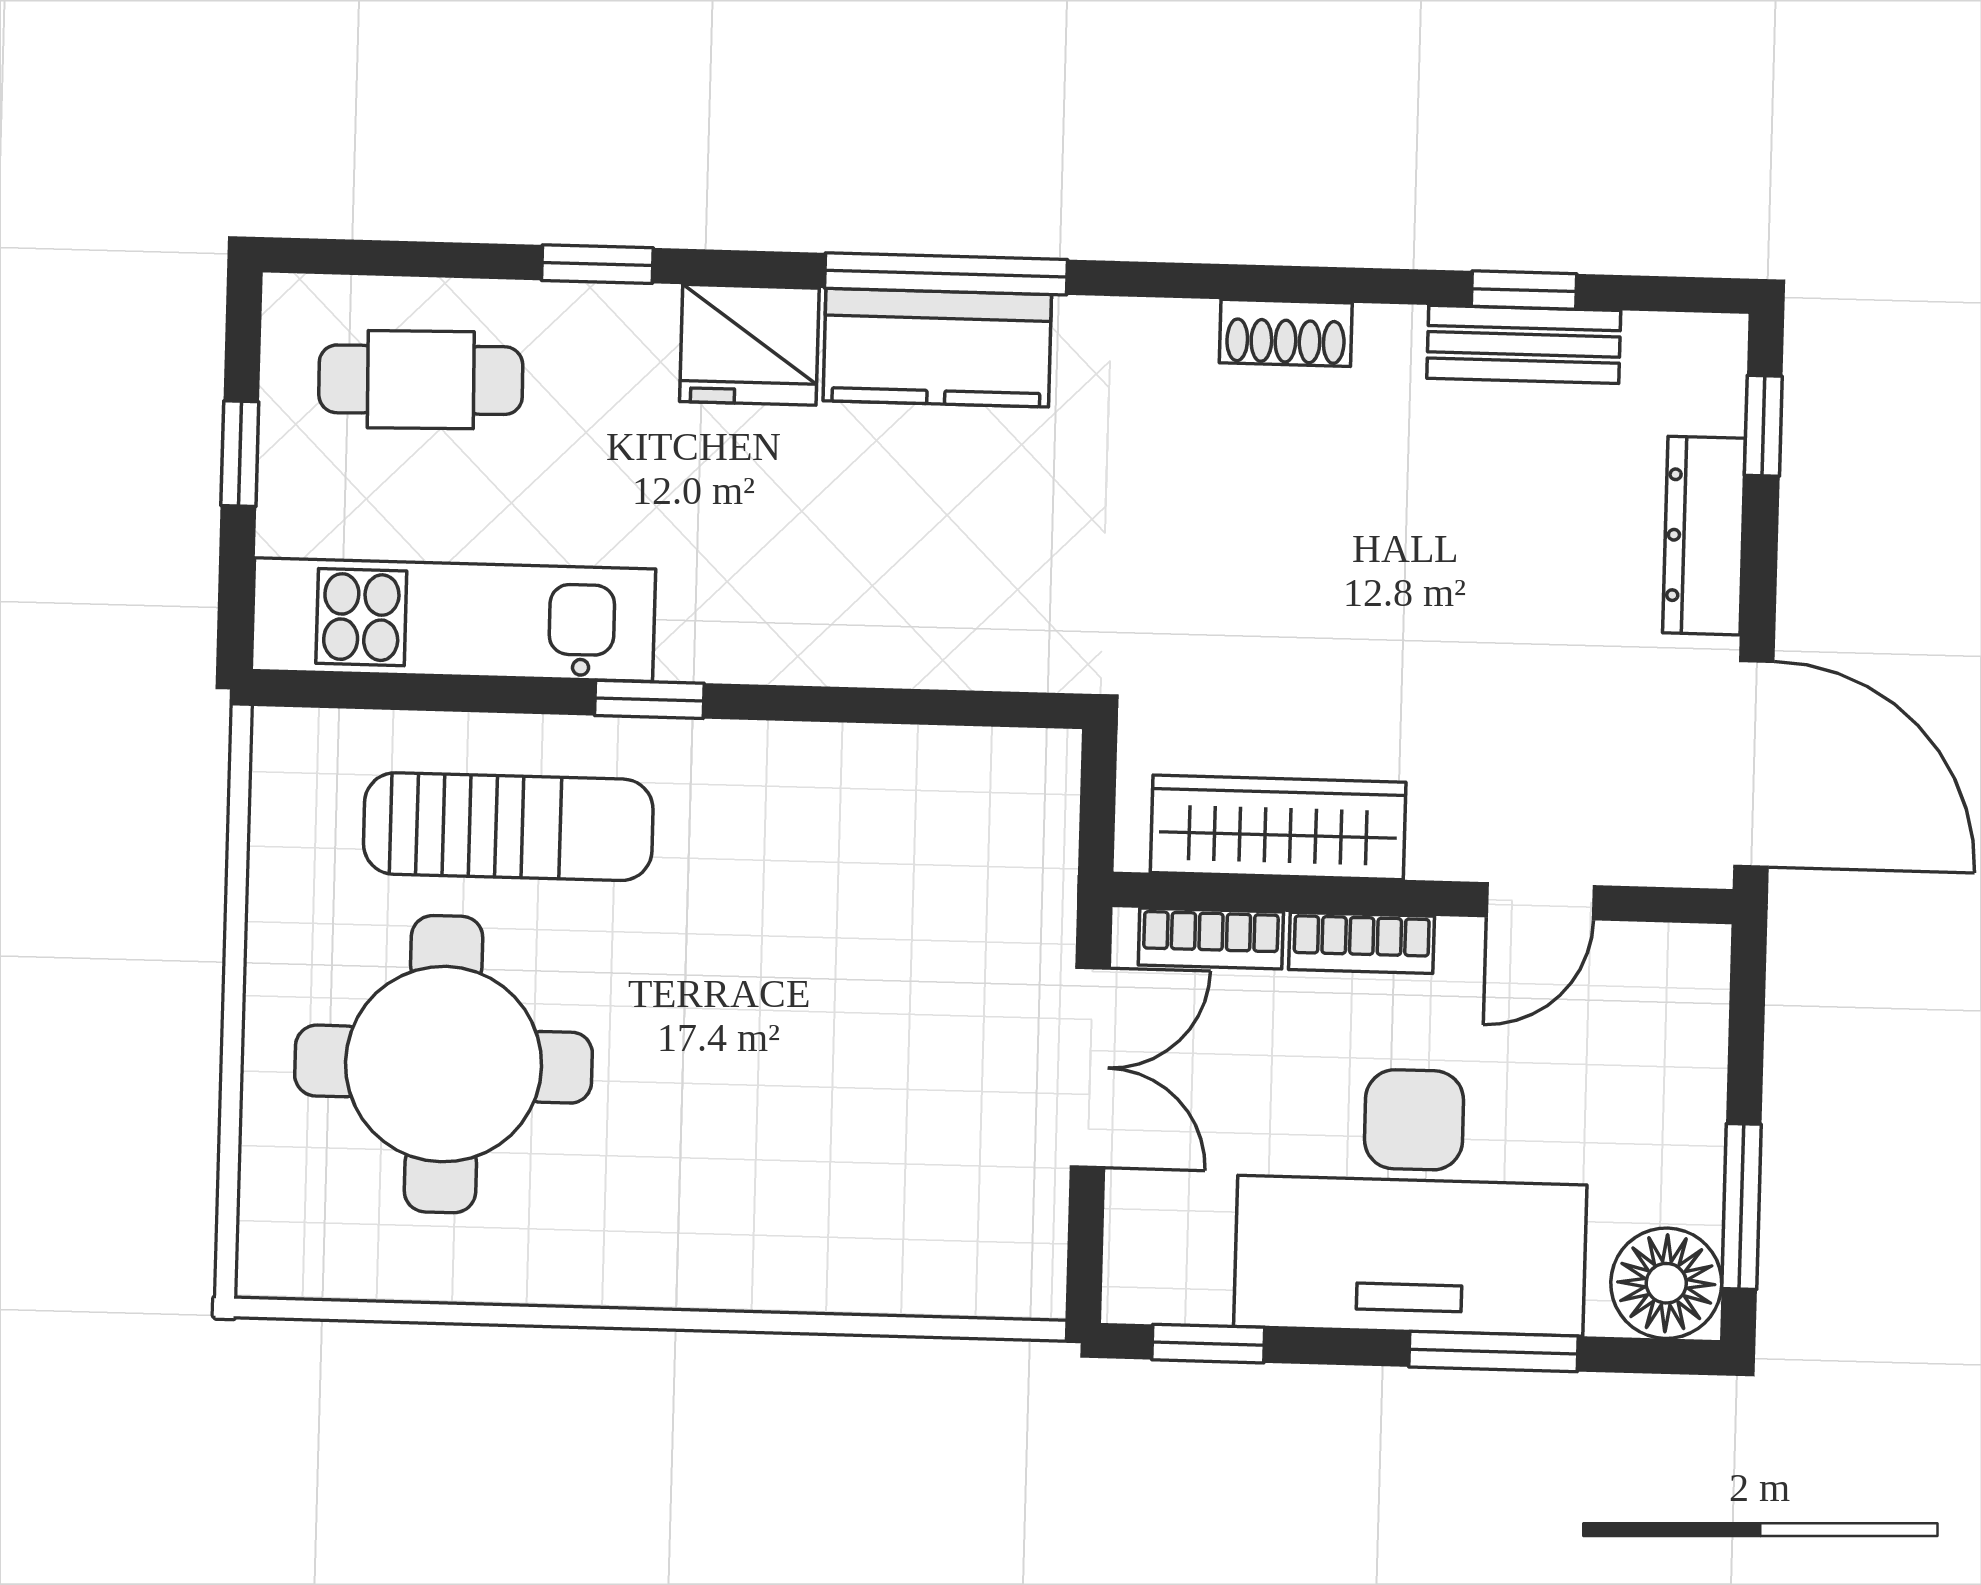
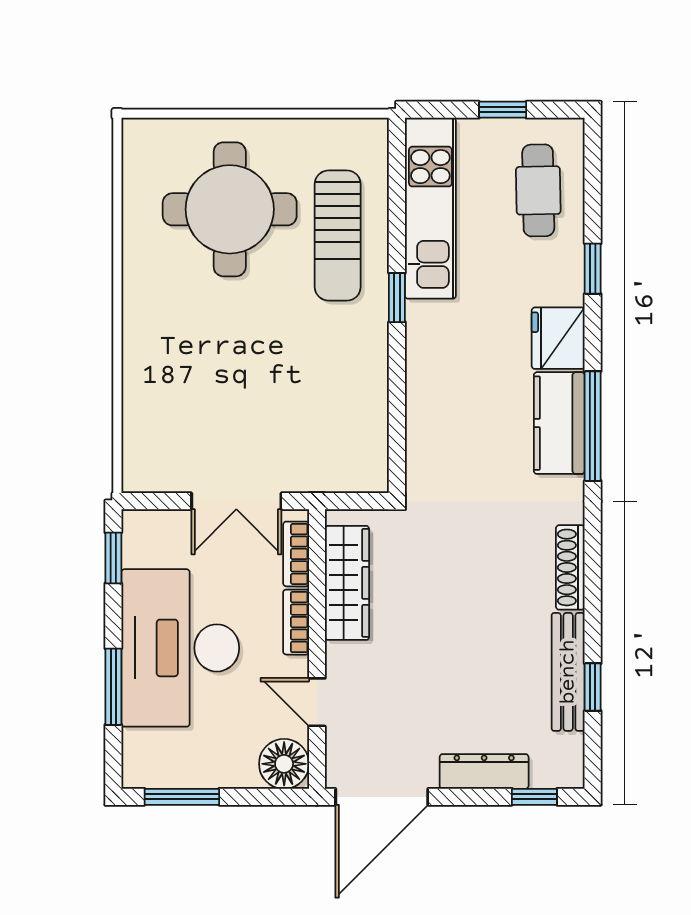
shoe rack: (1286, 333) -> (570, 567), width x1.43
bench: (1524, 344) -> (568, 672), width x1.36
floor lamp: (1666, 1283) -> (284, 764), moved

